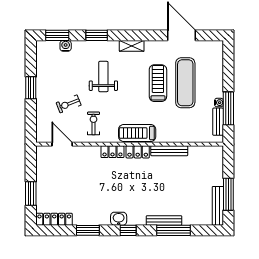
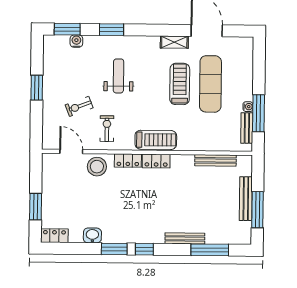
shelving: (132, 46) -> (174, 42), moved
treadmill: (137, 133) -> (156, 140), turned 180
bench: (169, 151) -> (215, 160), moved
stool: (85, 157) -> (97, 167), added
bench: (218, 206) -> (246, 199), moved
locker: (54, 219) -> (54, 236), width x0.66
washbasin: (119, 219) -> (92, 235), moved
window: (88, 230) -> (114, 249), moved
window: (174, 230) -> (210, 250), moved

